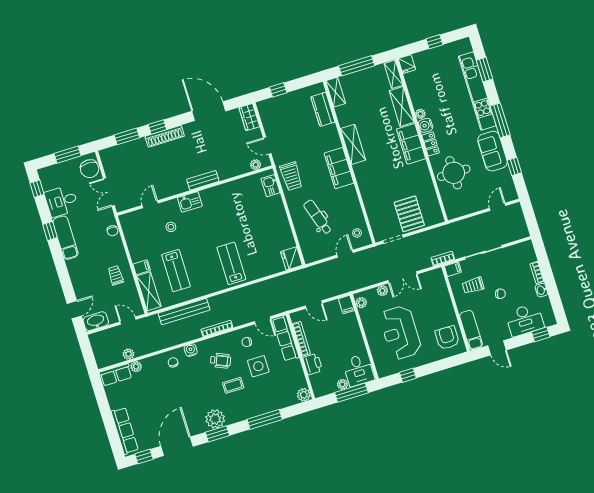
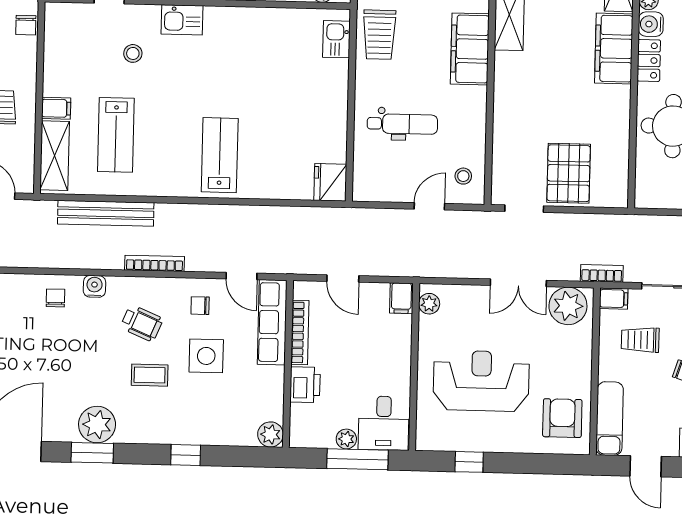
dental chair: (318, 217) -> (402, 124), turned 108
plant: (382, 291) -> (568, 306), moved, width x1.88, depth x1.88
reception desk: (400, 333) -> (481, 381), turned 90
window: (265, 419) -> (186, 455), width x0.46

